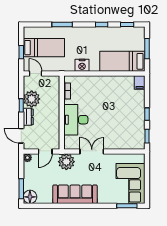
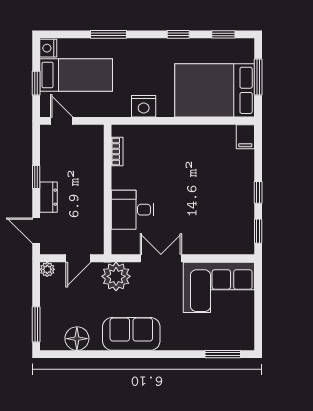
nightstand: (28, 32) -> (48, 48), added
bed: (122, 61) -> (215, 90), width x1.50
plant: (32, 99) -> (55, 166), removed
desk: (76, 120) -> (133, 210), width x0.73
corner sofa: (130, 184) -> (219, 287), moved, turned -90
sofa: (75, 194) -> (131, 334), width x0.73
floor lamp: (30, 197) -> (77, 339), moved

